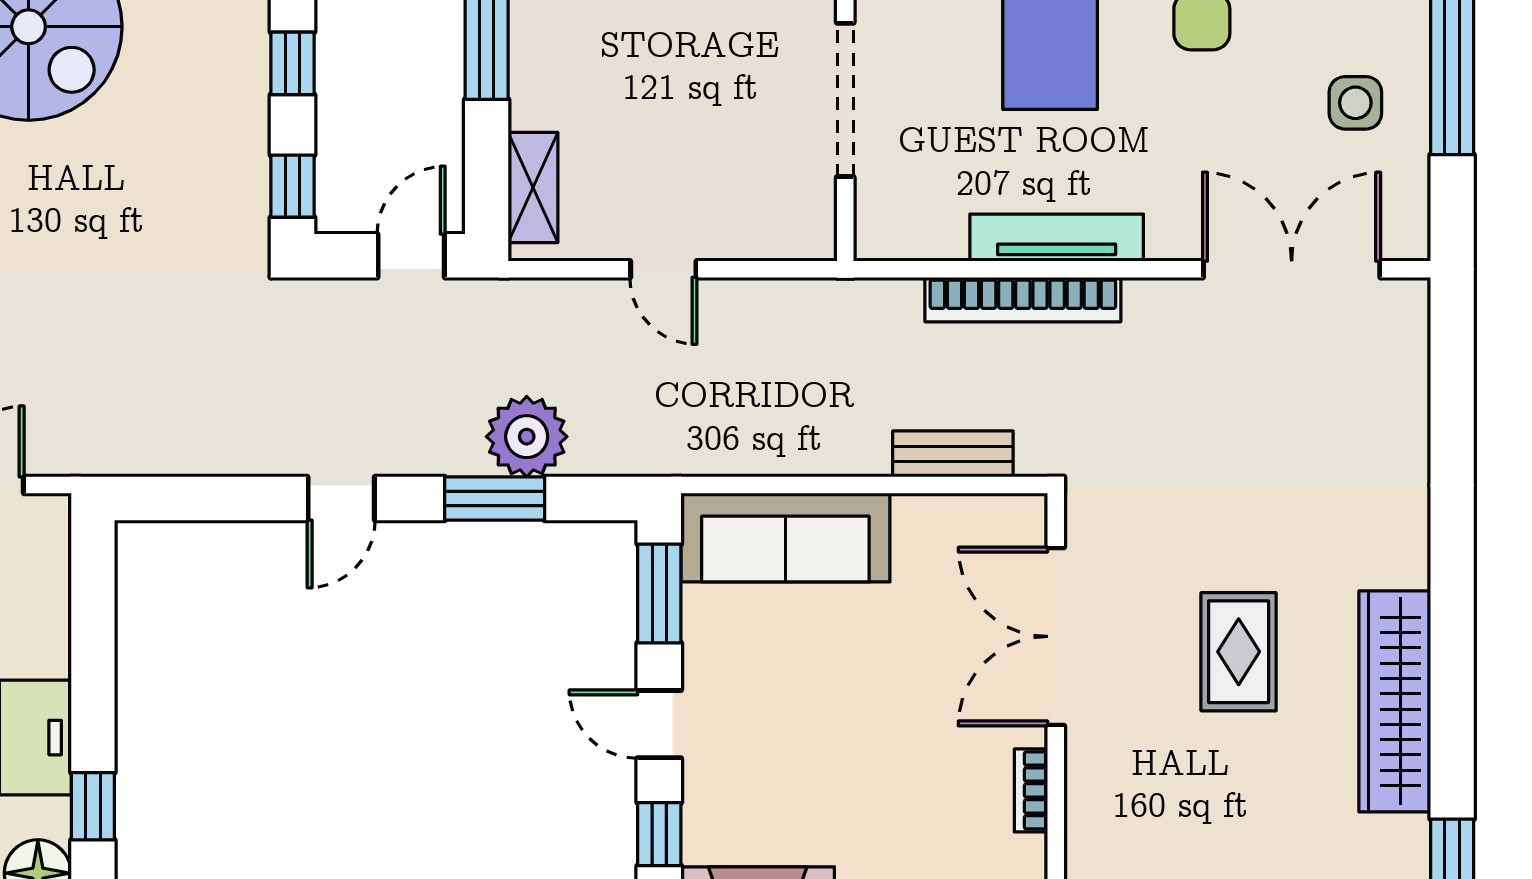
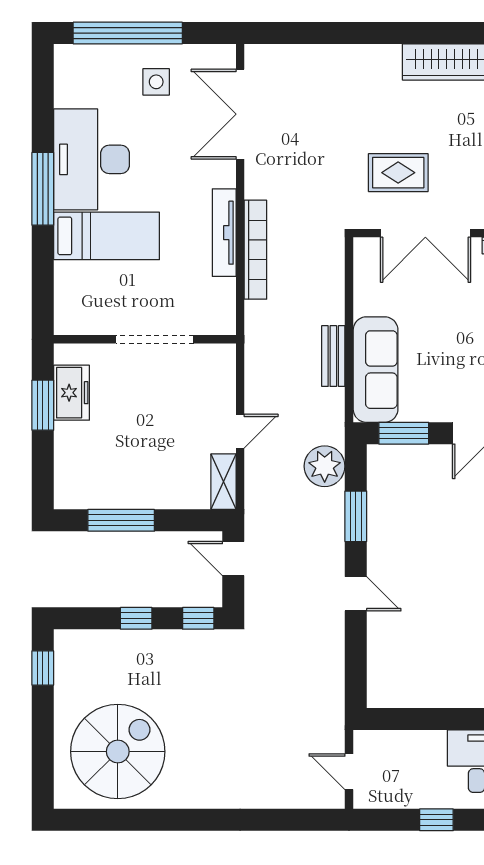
shelving: (533, 188) -> (224, 482), moved, turned 90
plant: (527, 437) -> (325, 466), moved
bench: (953, 454) -> (333, 356), moved
rug: (1239, 652) -> (398, 173), moved

